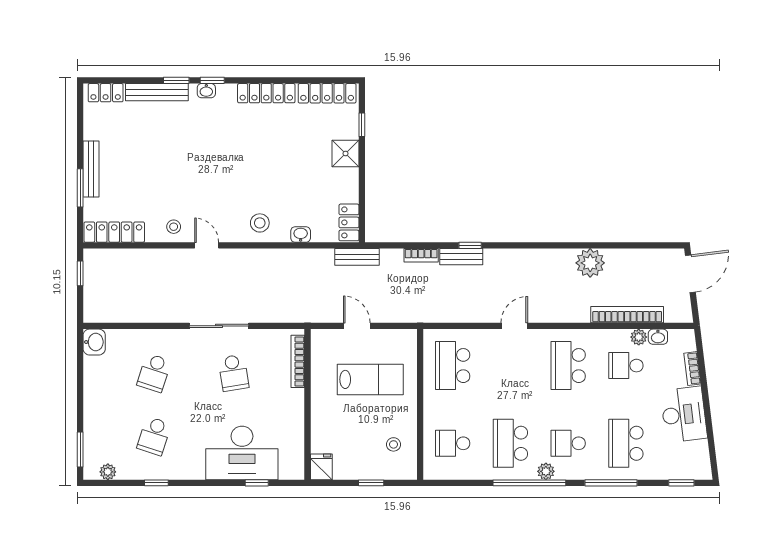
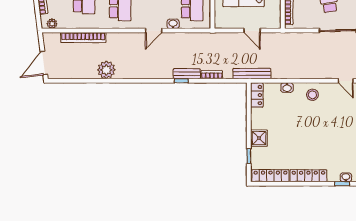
bench: (357, 257) -> (252, 74), width x1.36
plant: (639, 337) -> (52, 24), moved
washbasin: (658, 337) -> (173, 24), moved

